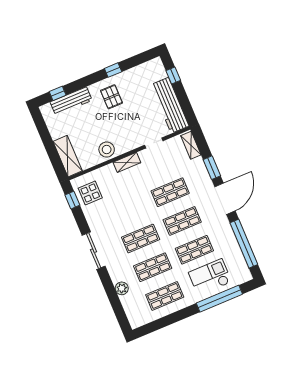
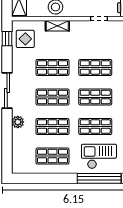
shelving: (127, 162) -> (57, 26), moved
shop shelf: (128, 210) -> (53, 67), added
plant: (122, 288) -> (18, 122), moved

